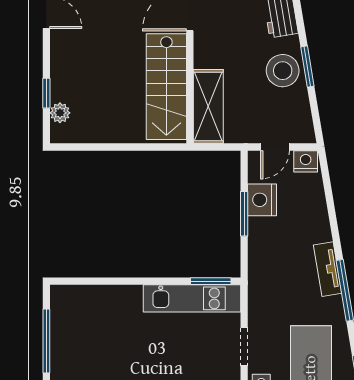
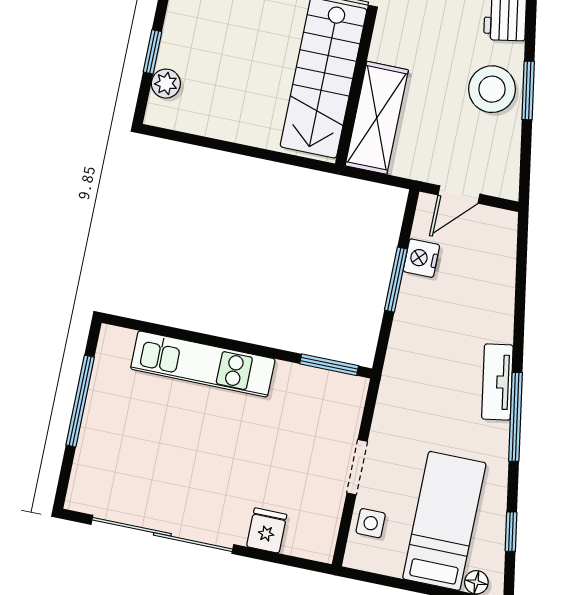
nightstand: (306, 161) -> (498, 224), removed
nightstand: (262, 200) -> (421, 258), width x0.74, depth x0.75
kitchen unit: (192, 298) -> (203, 364), moved

